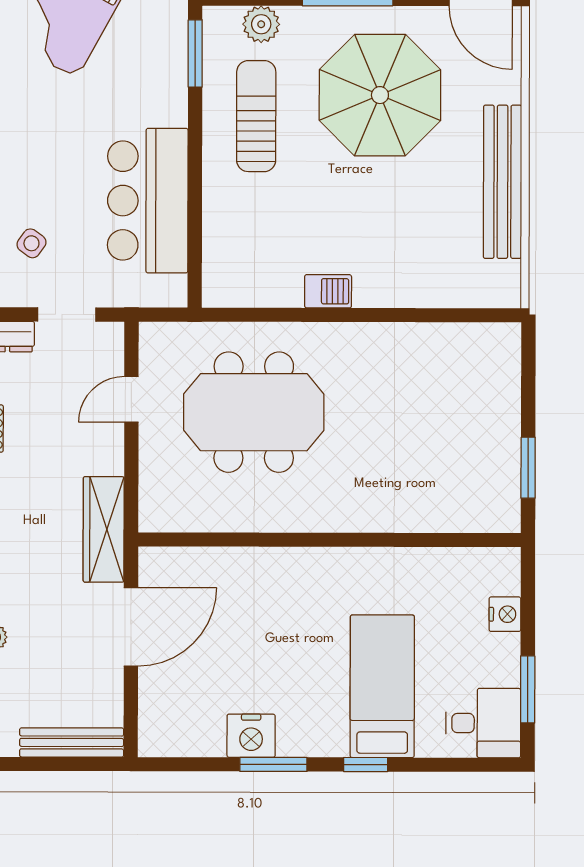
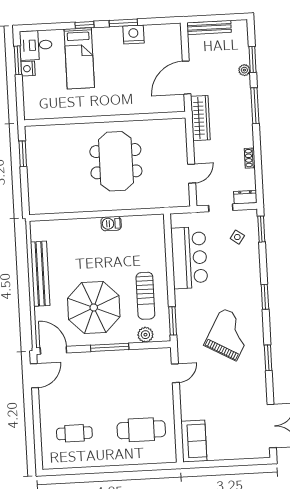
meeting table: (254, 412) -> (116, 161), moved, turned 90
nightstand: (505, 614) -> (28, 69), moved

